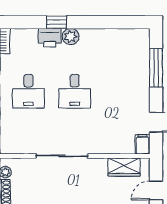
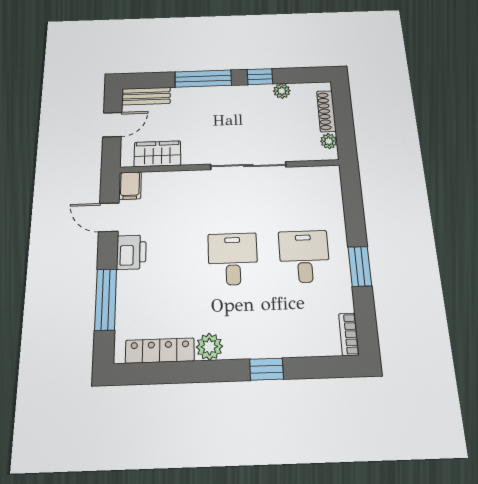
locker: (122, 35) -> (160, 351), added
plant: (71, 37) -> (209, 347), moved
printer: (50, 38) -> (131, 252), moved, turned 90

